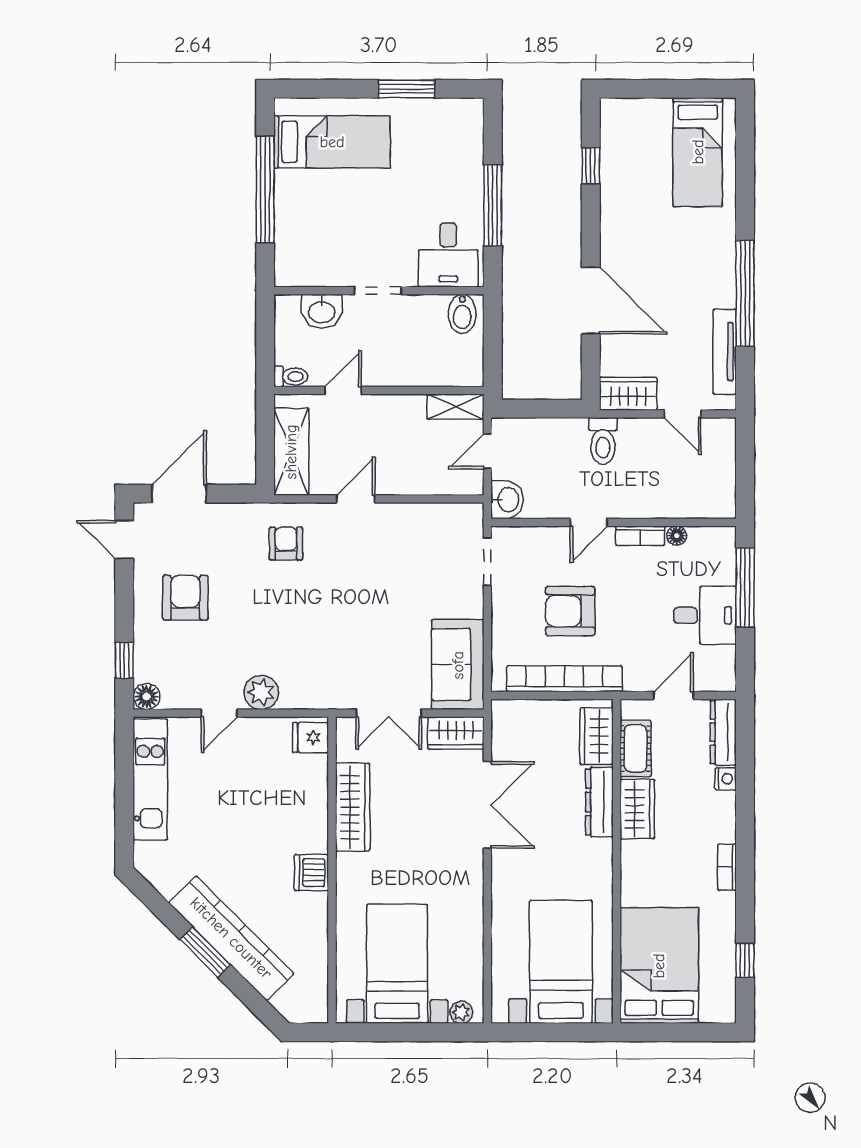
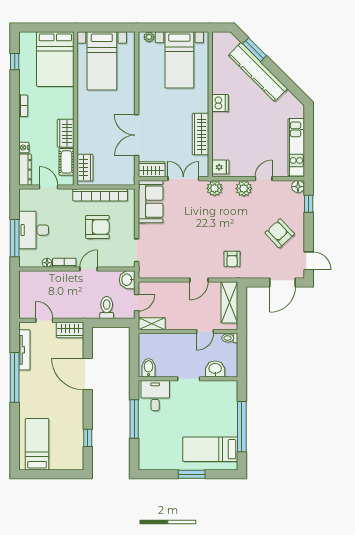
window: (407, 89) -> (192, 474), moved
toilet: (603, 441) -> (107, 308), moved
armchair: (185, 598) -> (280, 233), turned 137
desk: (705, 615) -> (34, 230), width x1.37
plant: (323, 693) -> (215, 188), added
door: (674, 695) -> (48, 187), swing flipped
dresser: (599, 802) -> (84, 137), removed
window: (205, 952) -> (255, 50), moved

